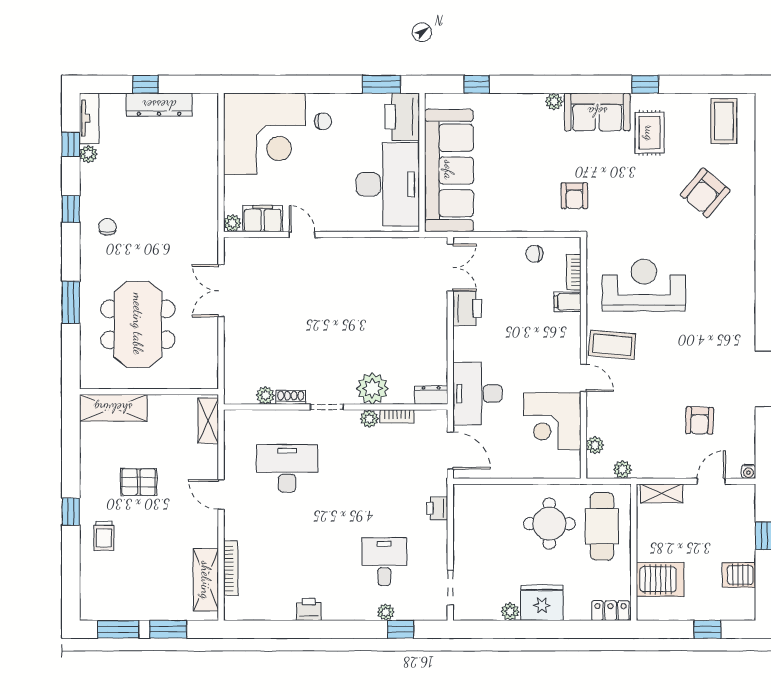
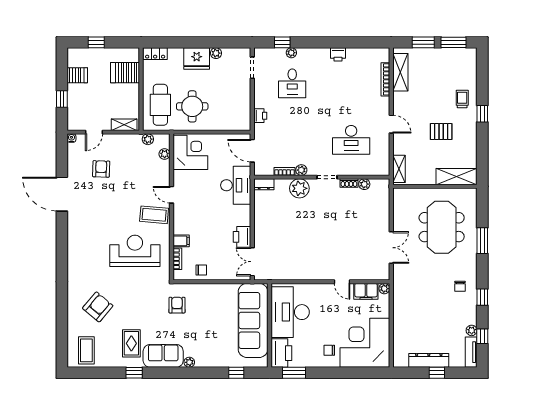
reception desk: (644, 285) -> (135, 251), turned 180
corner desk: (552, 421) -> (190, 152), moved

